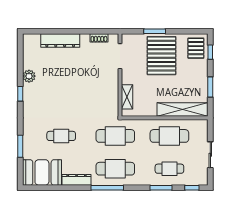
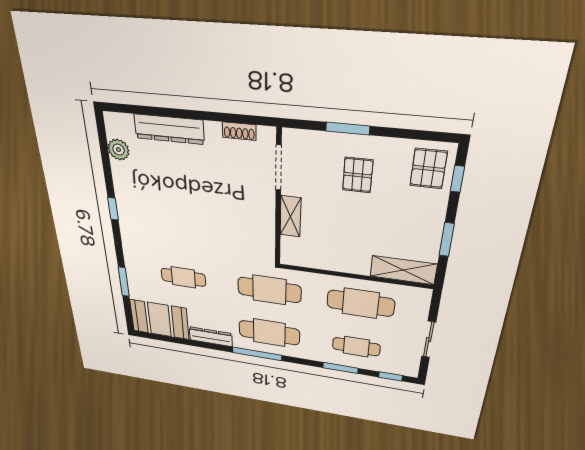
pallet: (162, 56) -> (358, 175), width x0.49, depth x0.50
plant: (29, 76) -> (119, 150), moved
shelving: (127, 97) -> (290, 216), moved
shelving: (183, 109) -> (403, 270), width x0.68

